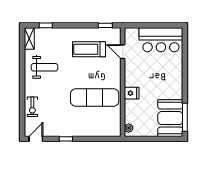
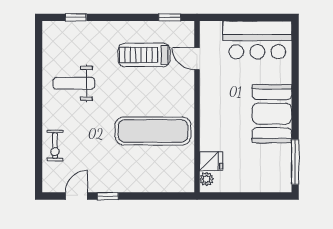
shelving: (29, 39) -> (50, 38), removed
weight bench: (44, 67) -> (74, 83), turned 180
fridge: (132, 93) -> (211, 161), moved
booth: (170, 118) -> (272, 114), moved
door: (36, 139) -> (77, 196), moved

